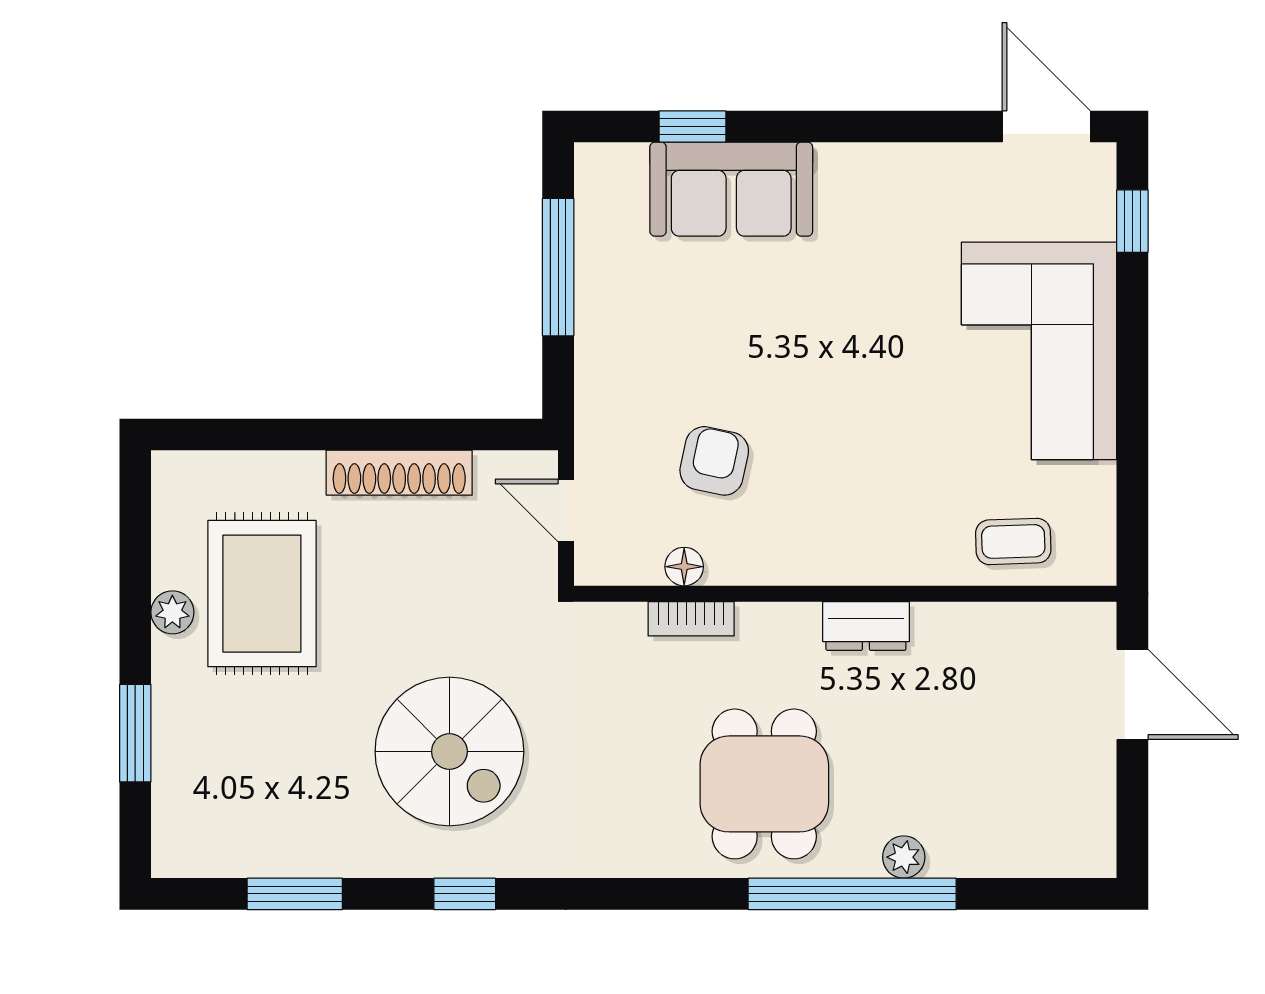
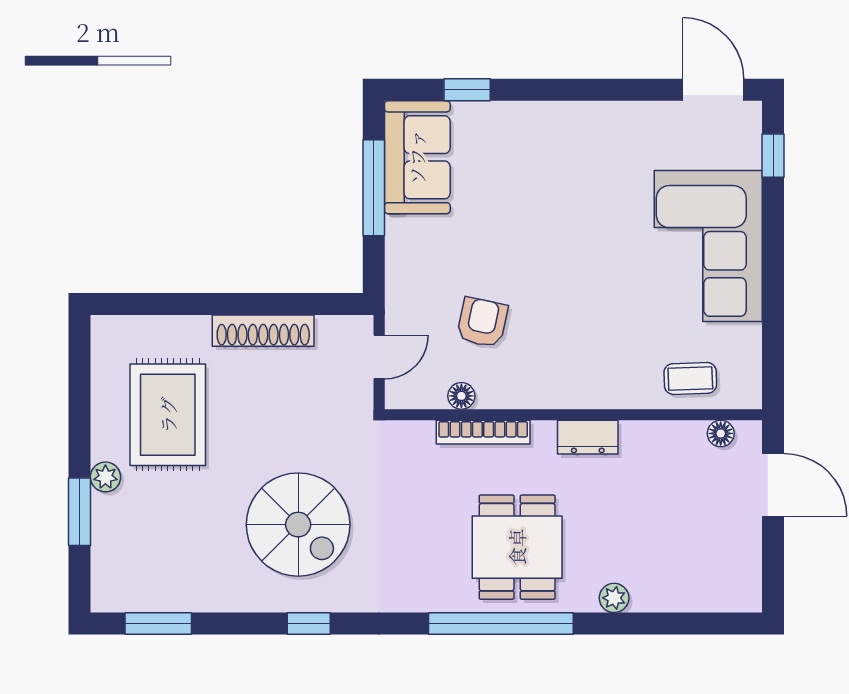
sofa: (731, 189) -> (417, 157), moved, turned -90
door: (566, 511) -> (379, 357), swing flipped
plant: (172, 612) -> (105, 477), moved
bookcase: (691, 619) -> (483, 432), width x1.56
floor lamp: (1057, 621) -> (721, 433), added
window: (295, 894) -> (158, 624), moved
window: (852, 894) -> (501, 624), moved

